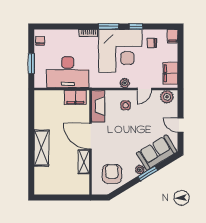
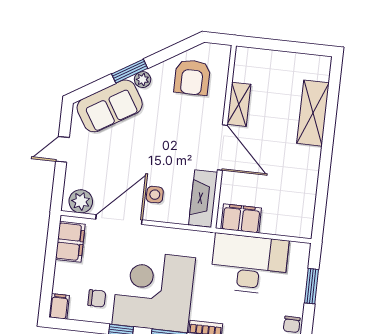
plant: (125, 83) -> (152, 234), removed
door: (144, 89) -> (119, 219), width x1.87
door: (181, 125) -> (63, 149), swing flipped
shelving: (41, 148) -> (313, 113), moved

